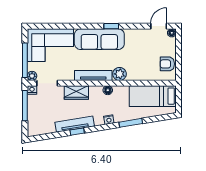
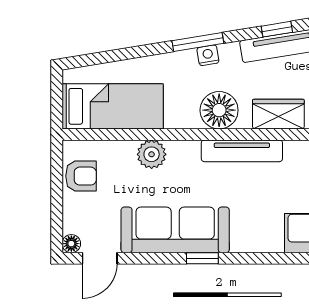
sofa: (99, 39) -> (175, 230), moved
plant: (119, 74) -> (152, 154), moved
floor lamp: (108, 90) -> (219, 110), width x1.89, depth x1.89
window: (131, 123) -> (198, 42), moved

